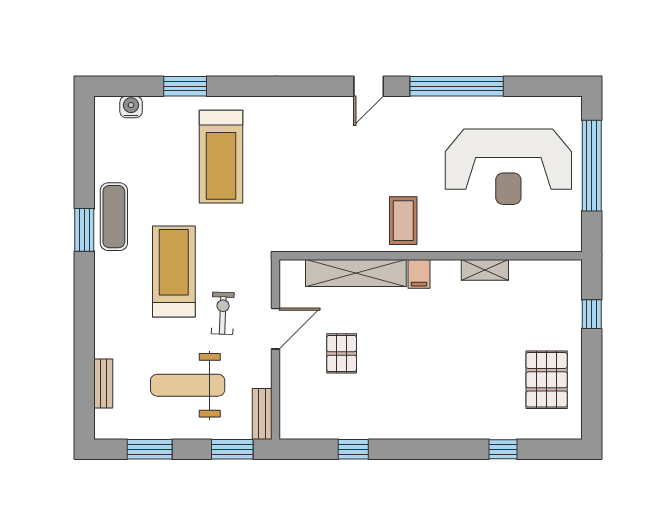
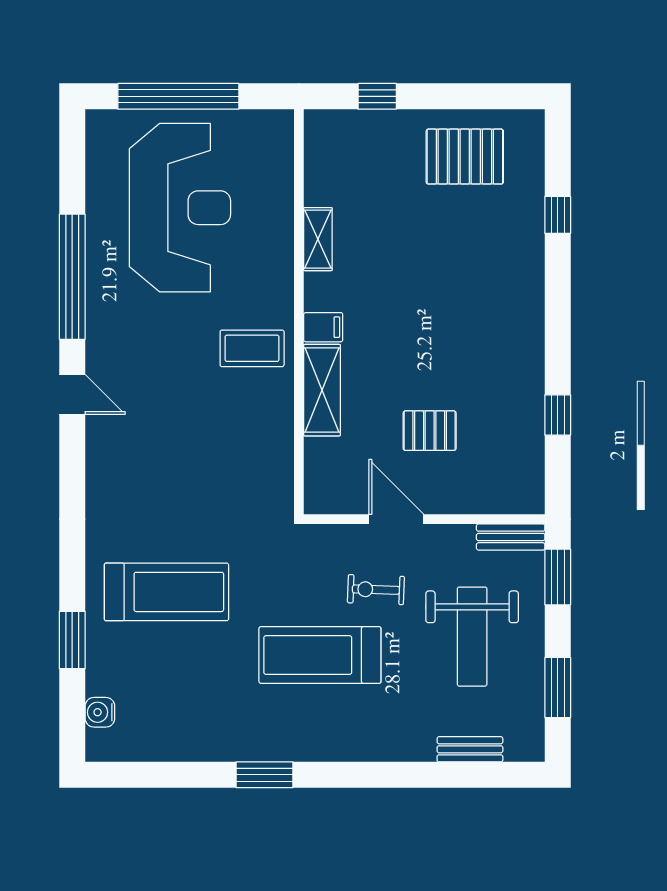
exercise mat: (114, 217) -> (247, 735), removed
shelving: (356, 273) -> (322, 390), width x0.68

